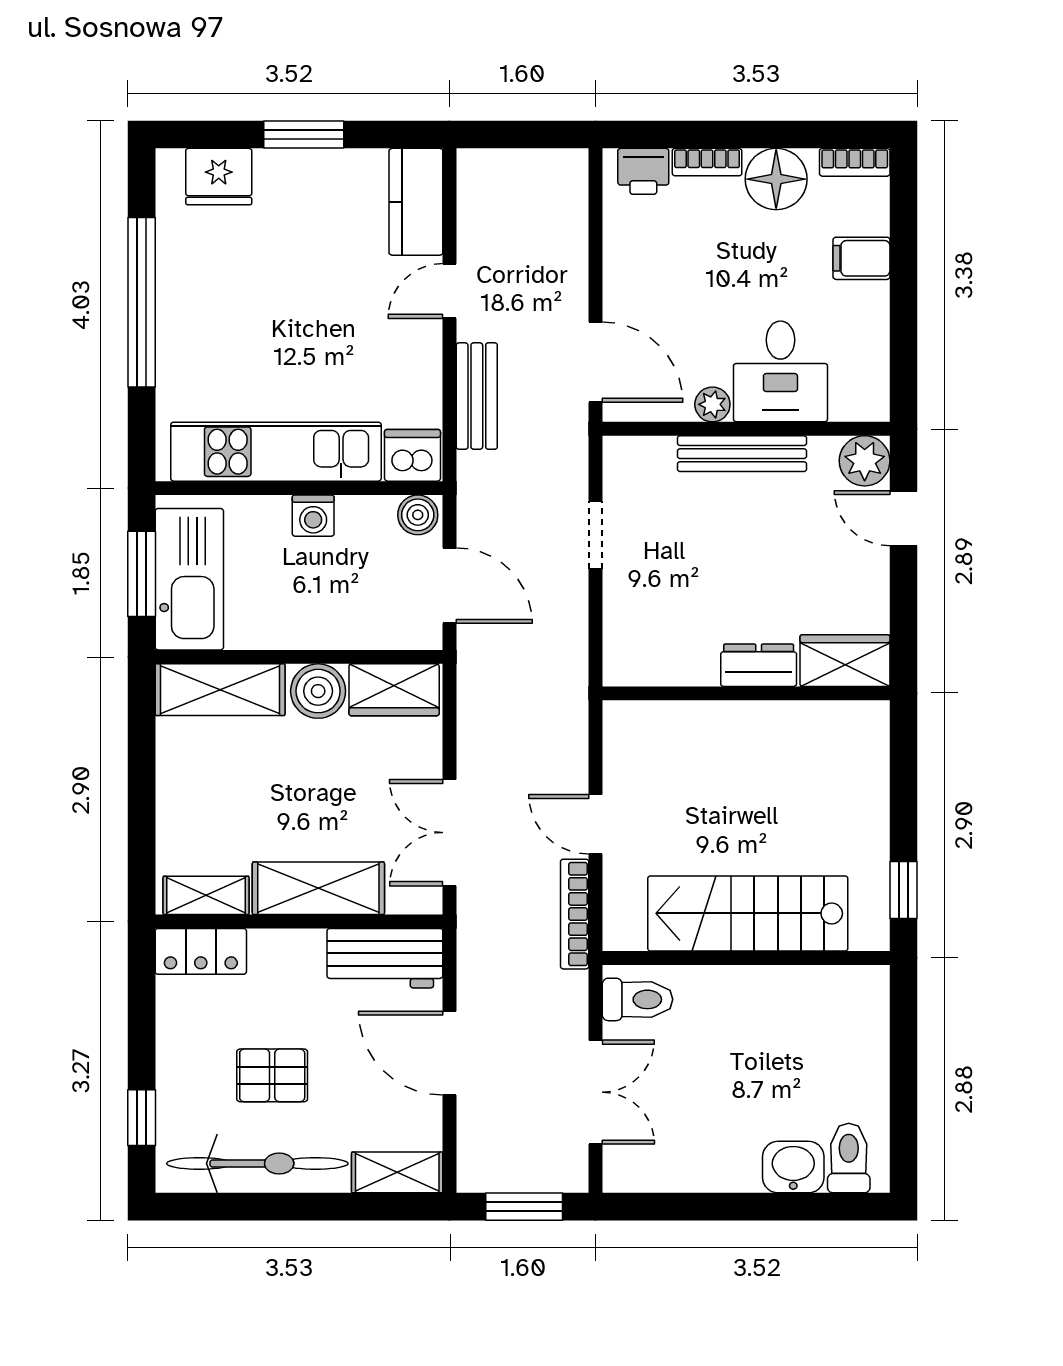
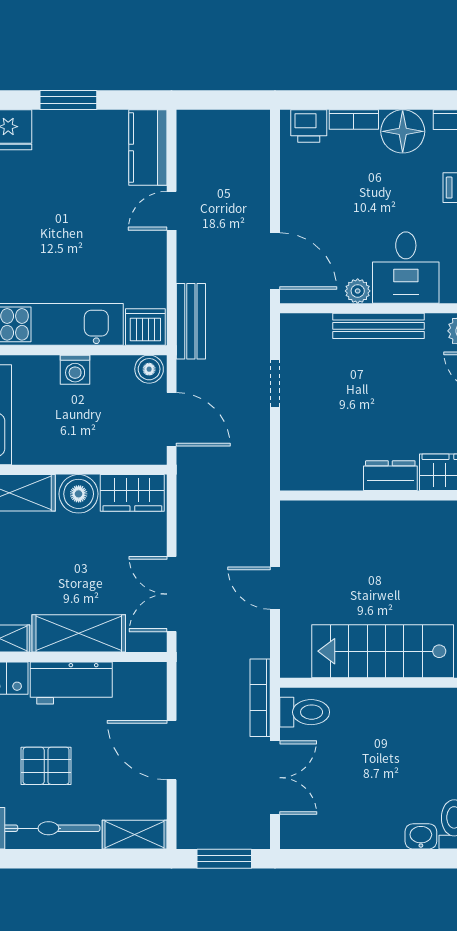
bench: (477, 396) -> (191, 321), moved
bookcase: (575, 914) -> (260, 698), moved
workbench: (385, 958) -> (71, 683), moved
washbasin: (793, 1167) -> (421, 836), width x0.72, depth x0.69

